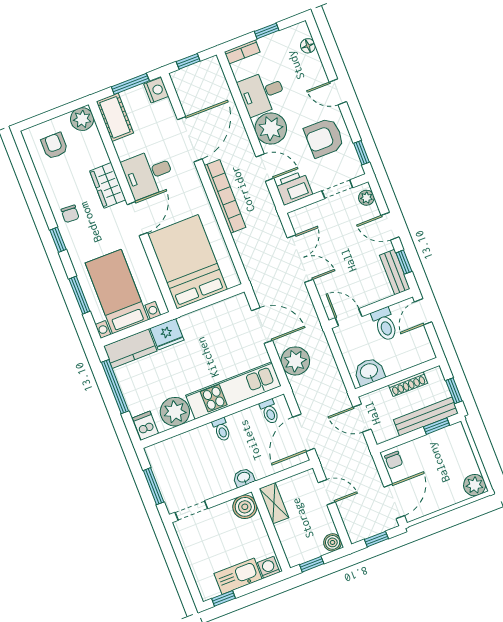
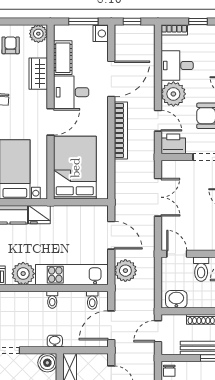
cot: (115, 117) -> (63, 58), moved
wardrobe: (108, 185) -> (38, 74), moved
door: (362, 418) -> (158, 331), hinge flipped

